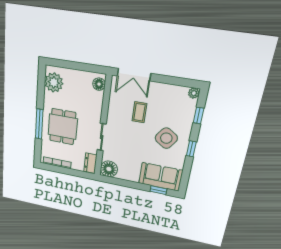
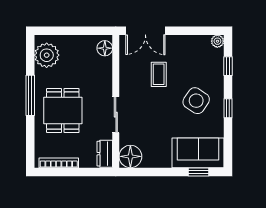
window: (39, 124) -> (30, 95), moved

